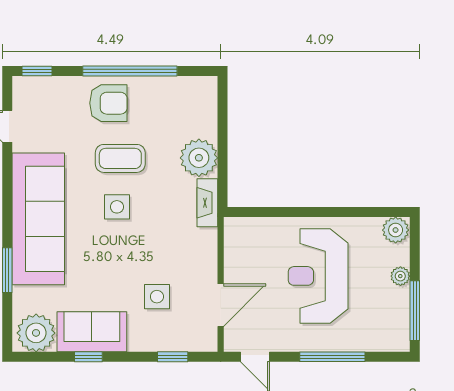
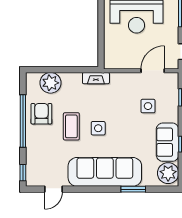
armchair: (108, 103) -> (41, 114), moved
plant: (199, 158) -> (51, 83), moved
door: (221, 305) -> (153, 71), hinge flipped

